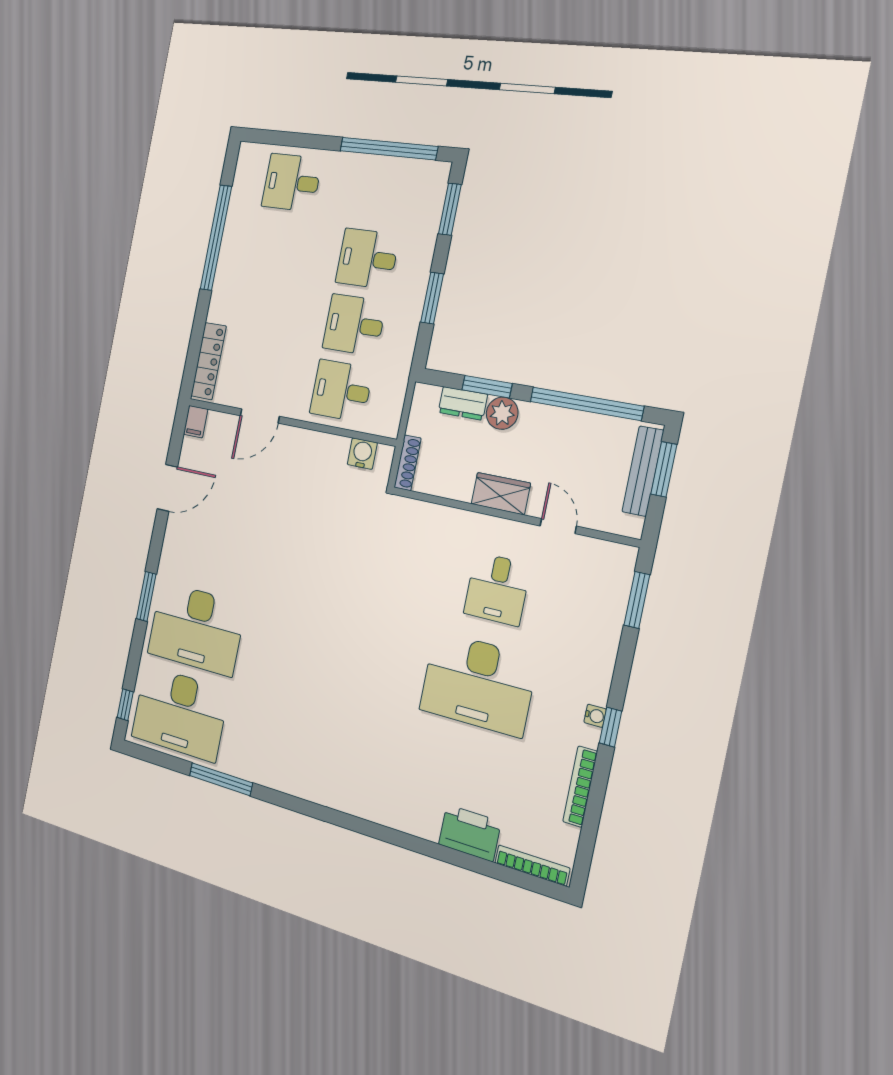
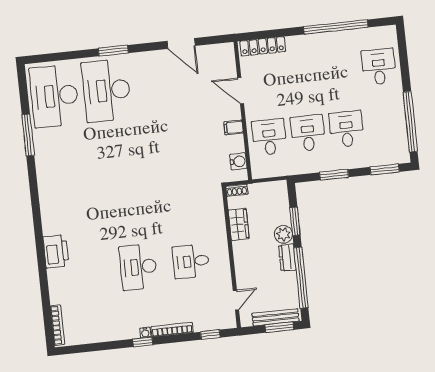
dresser: (463, 403) -> (287, 258), moved
filing cabinet: (196, 422) -> (234, 127), moved
shoe rack: (408, 463) -> (237, 190), width x0.70
wardrobe: (501, 494) -> (239, 224), moved
door: (558, 526) -> (236, 300), moved
window: (637, 600) -> (210, 335), width x0.67
desk: (478, 684) -> (138, 267), width x0.73, depth x0.77
window: (125, 705) -> (45, 58), removed
bookcase: (580, 787) -> (172, 329), moved
printer: (470, 833) -> (56, 251), moved

